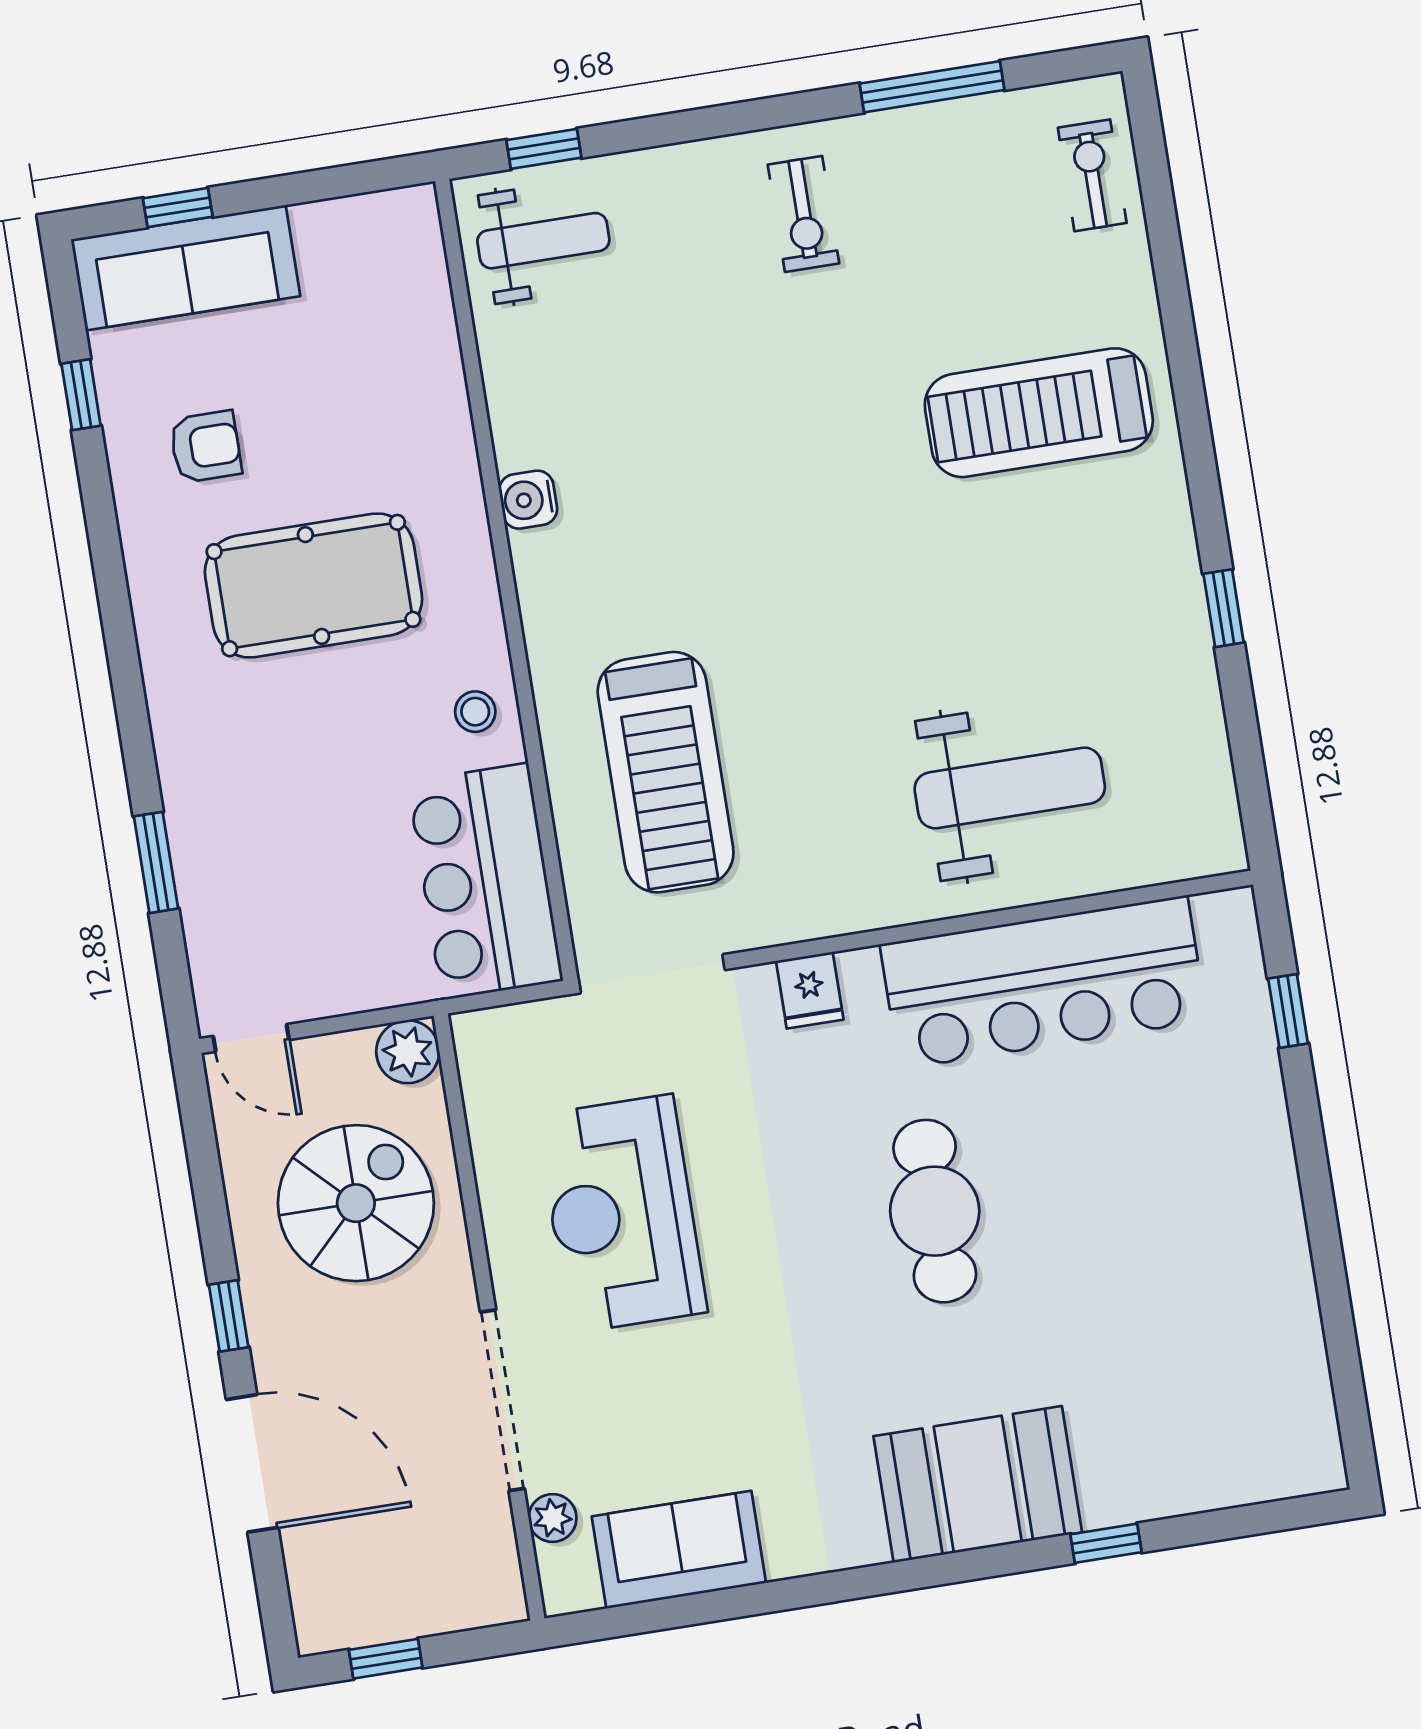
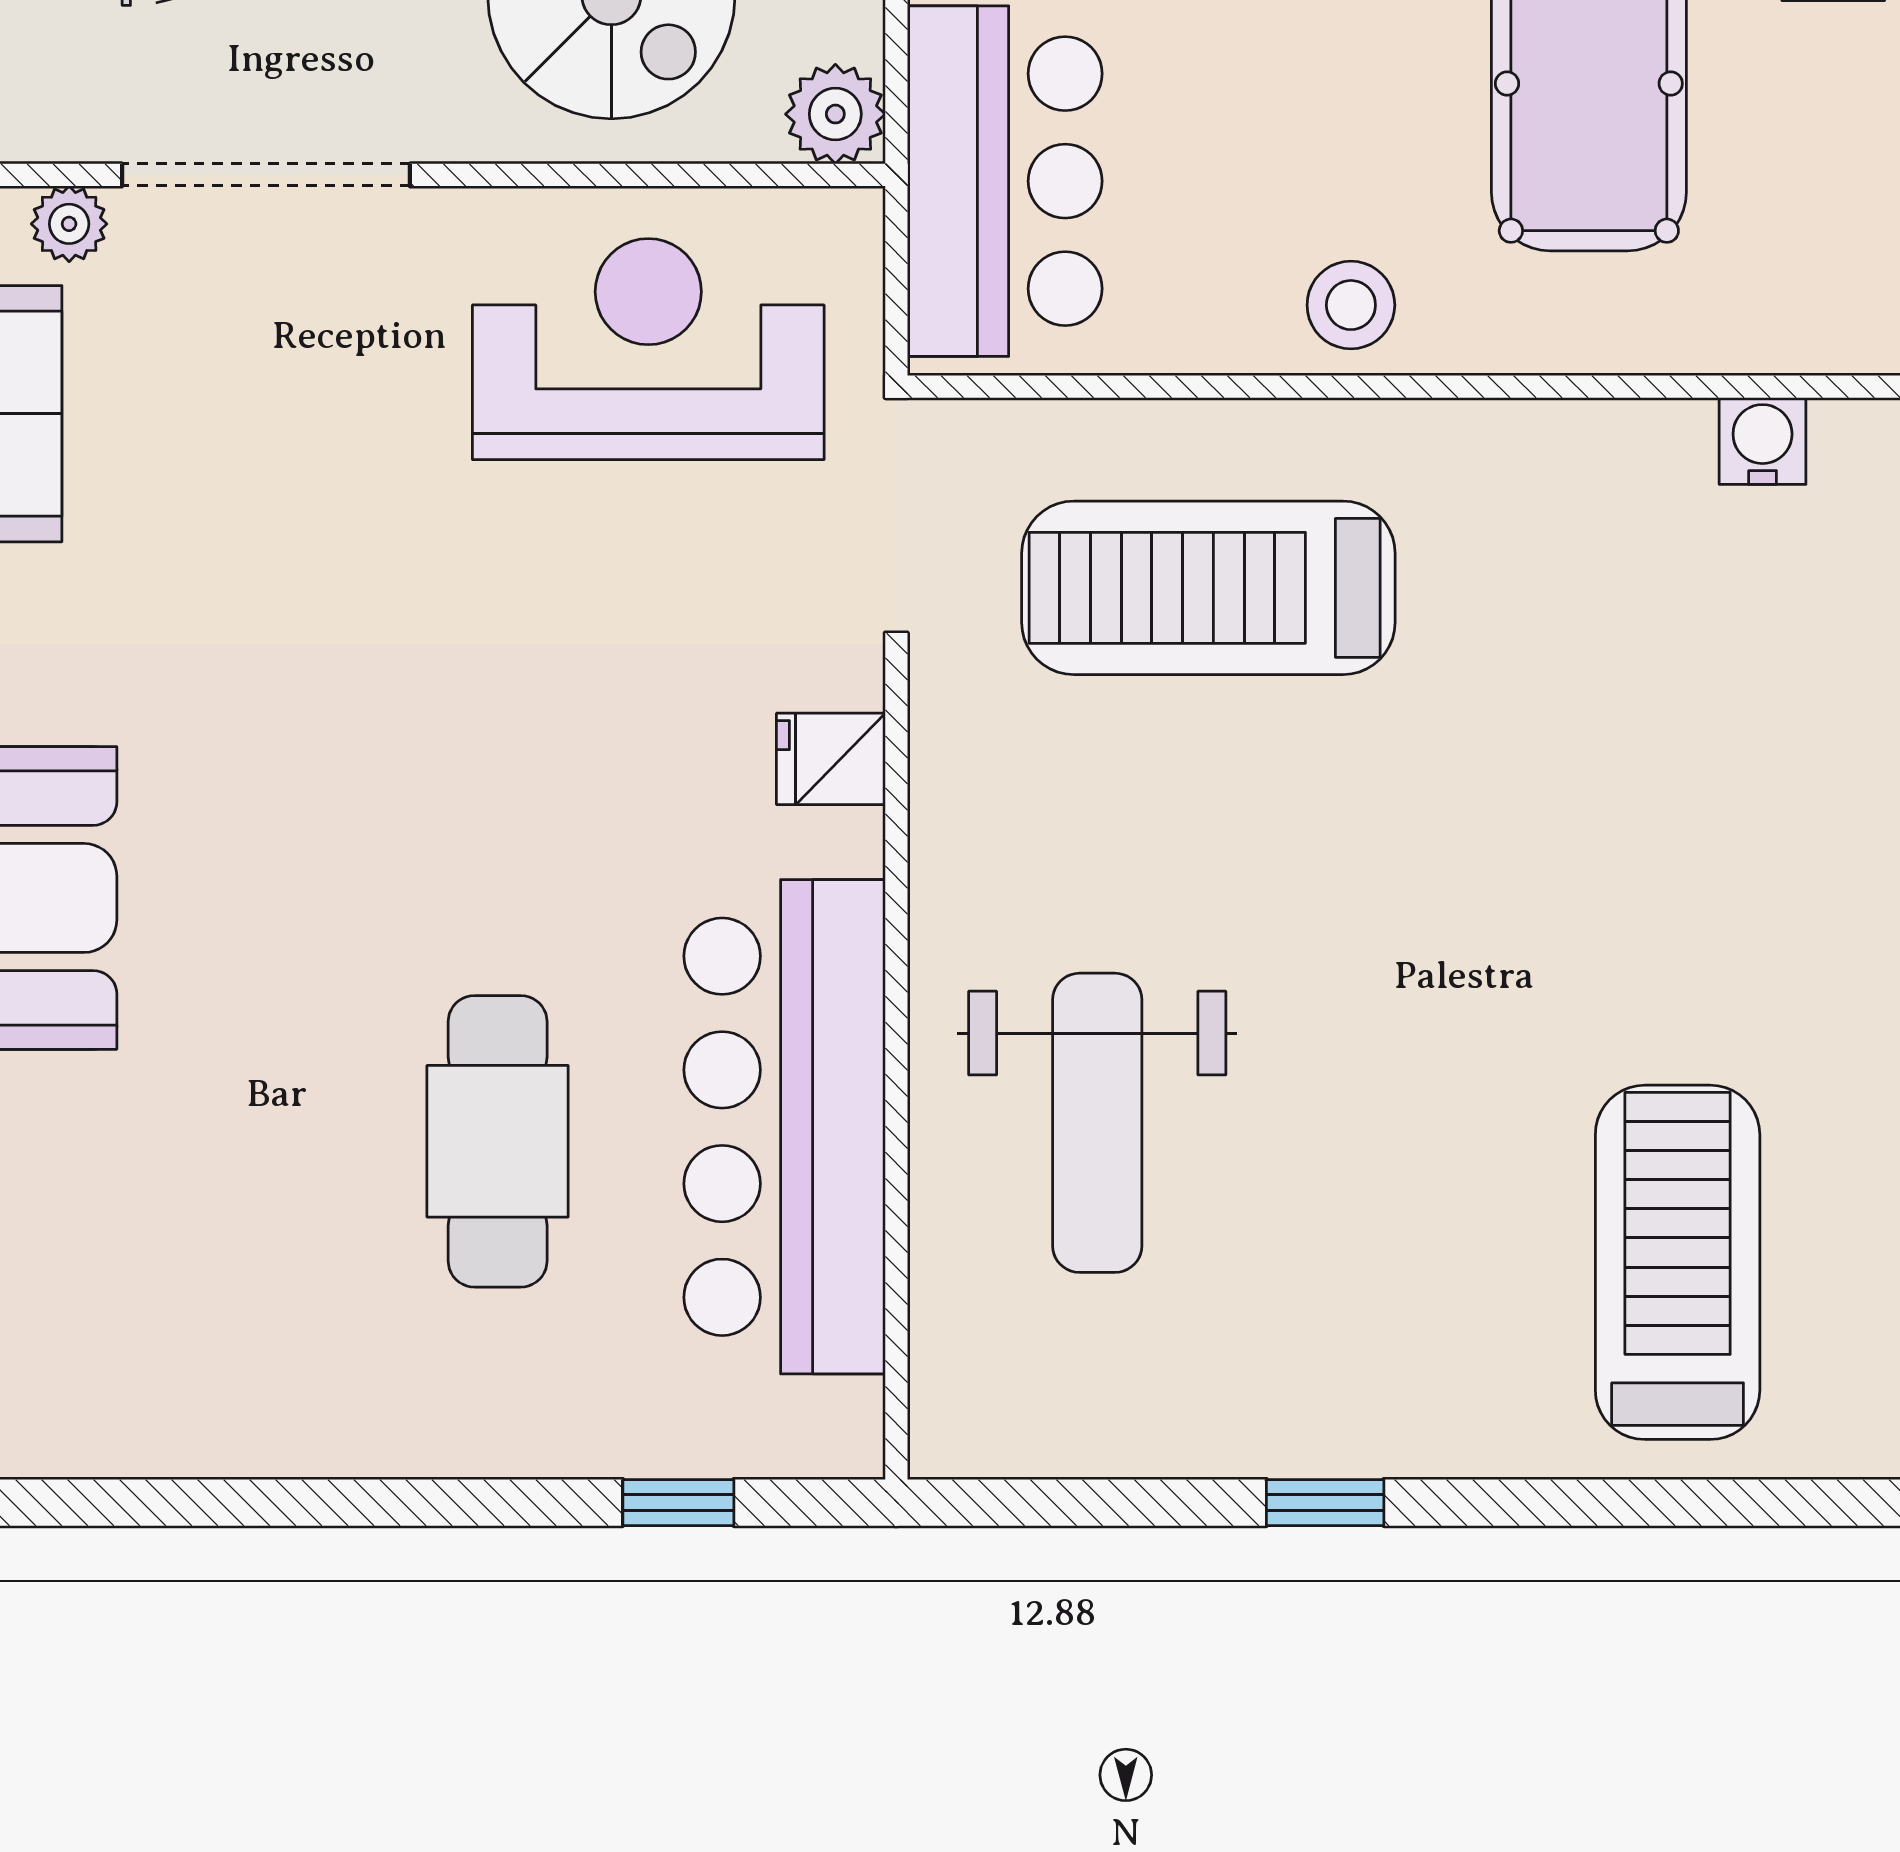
water cooler: (528, 500) -> (1763, 441), moved
stool: (475, 712) -> (1351, 305), width x1.37, depth x1.37
bar counter: (485, 881) -> (1005, 181), moved, turned 90
cafe table: (935, 1211) -> (498, 1141), moved, turned 90
reception desk: (622, 1214) -> (648, 349), moved

